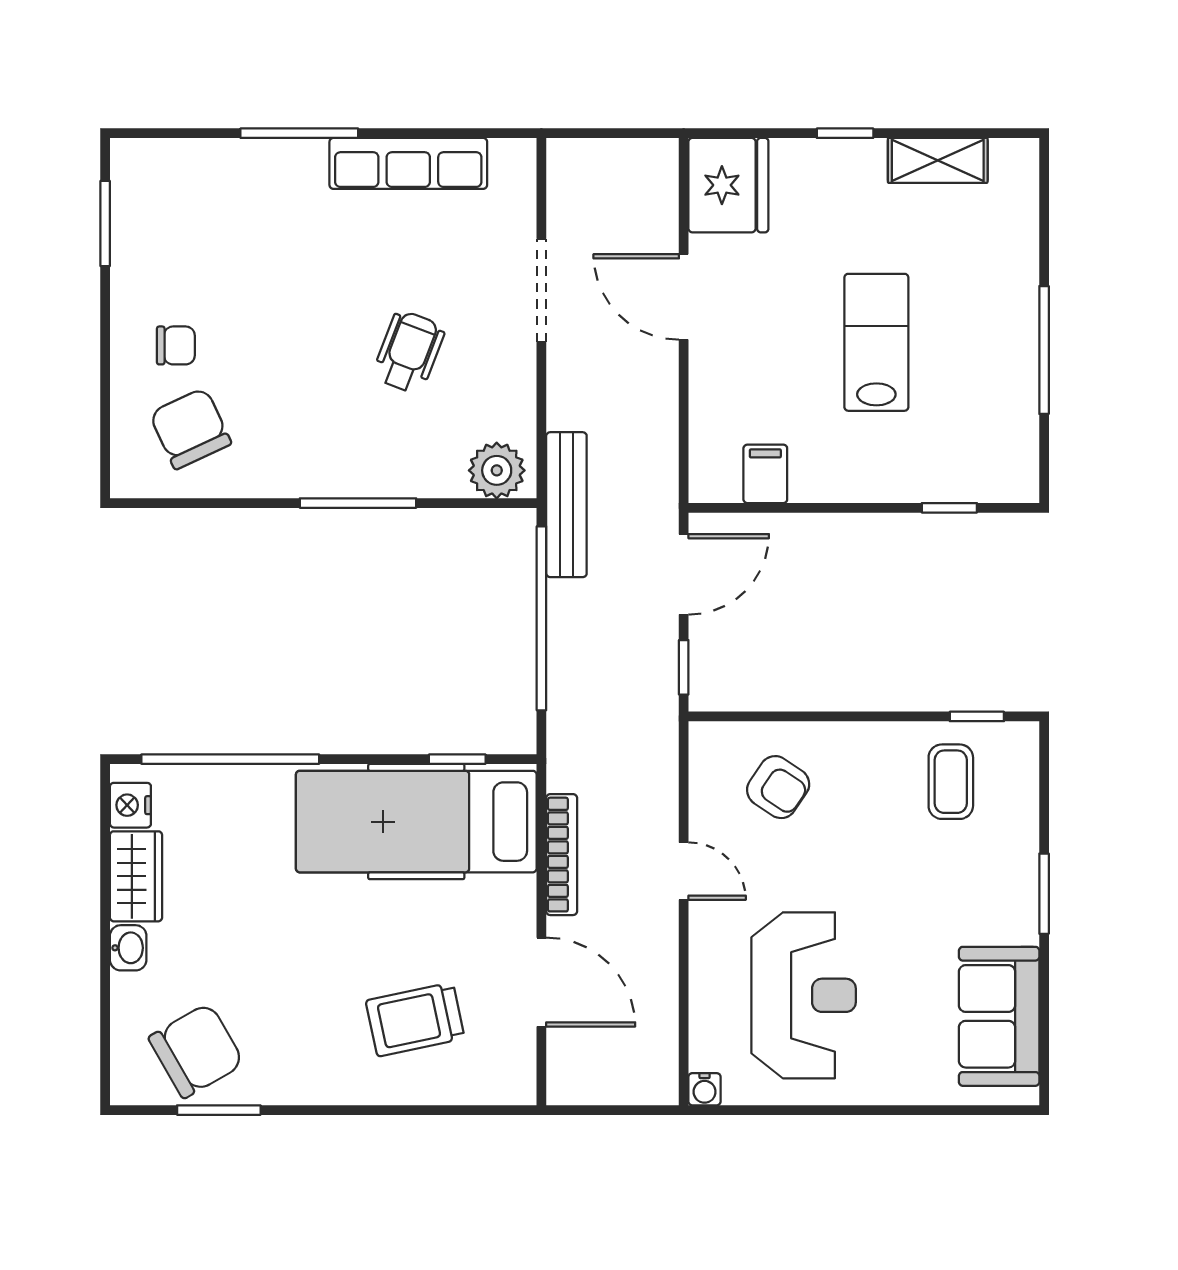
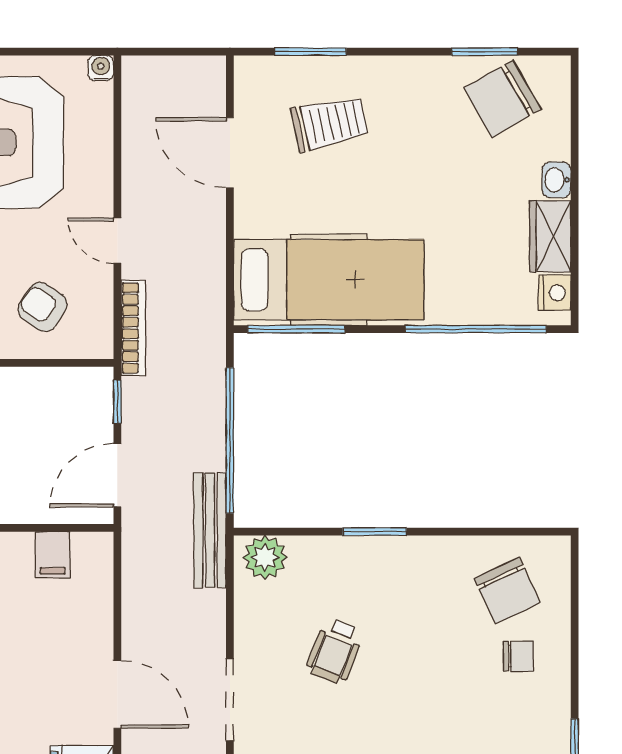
chair: (176, 345) -> (519, 656), turned 180
window: (358, 503) -> (375, 532), width x0.69
window: (457, 759) -> (296, 329), width x2.17
bookcase: (562, 855) -> (133, 328), moved, turned 180
window: (440, 1110) -> (310, 52), added

